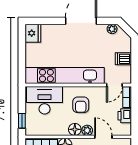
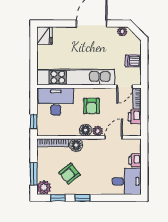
door: (103, 137) -> (114, 137), hinge flipped

